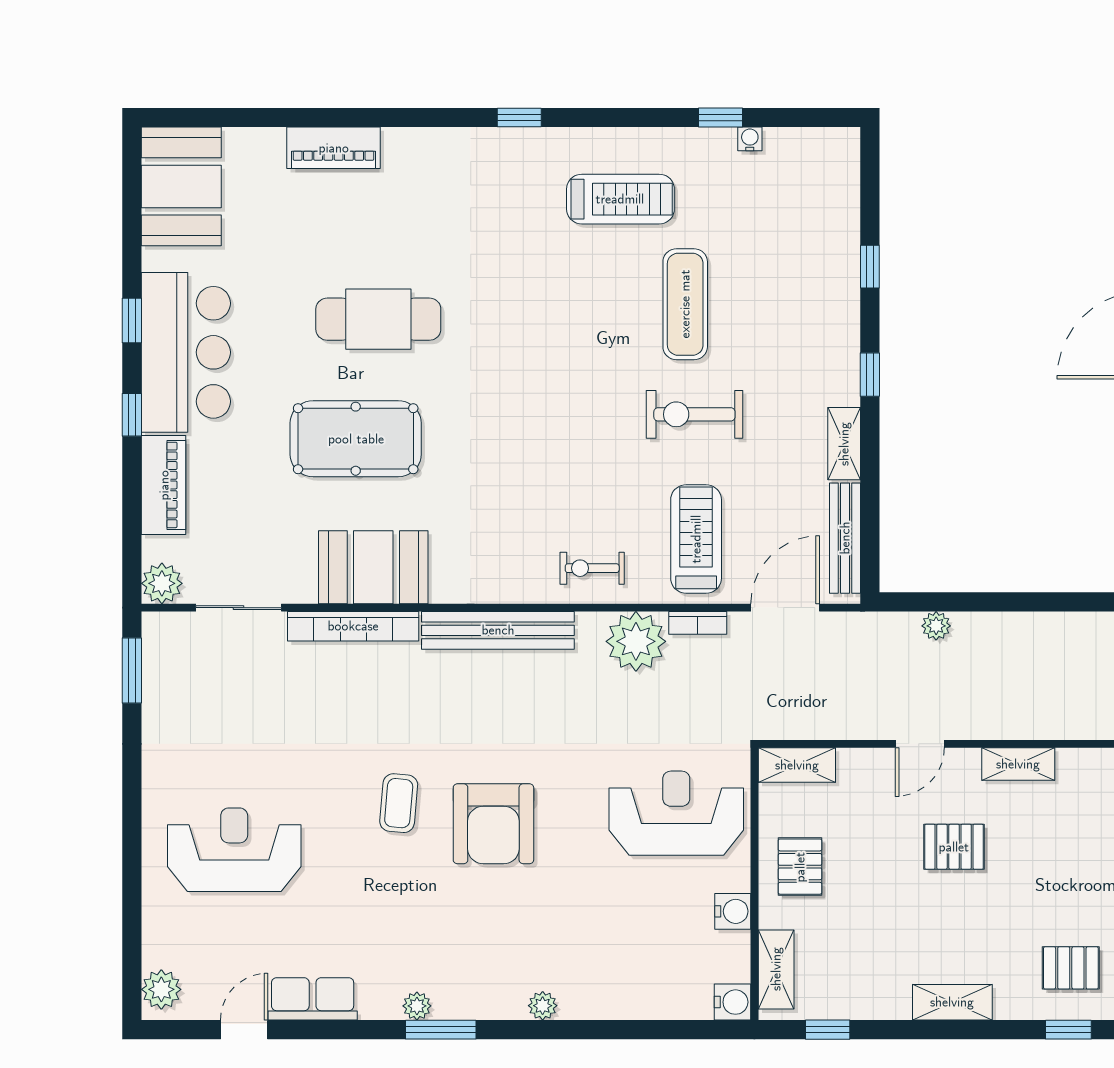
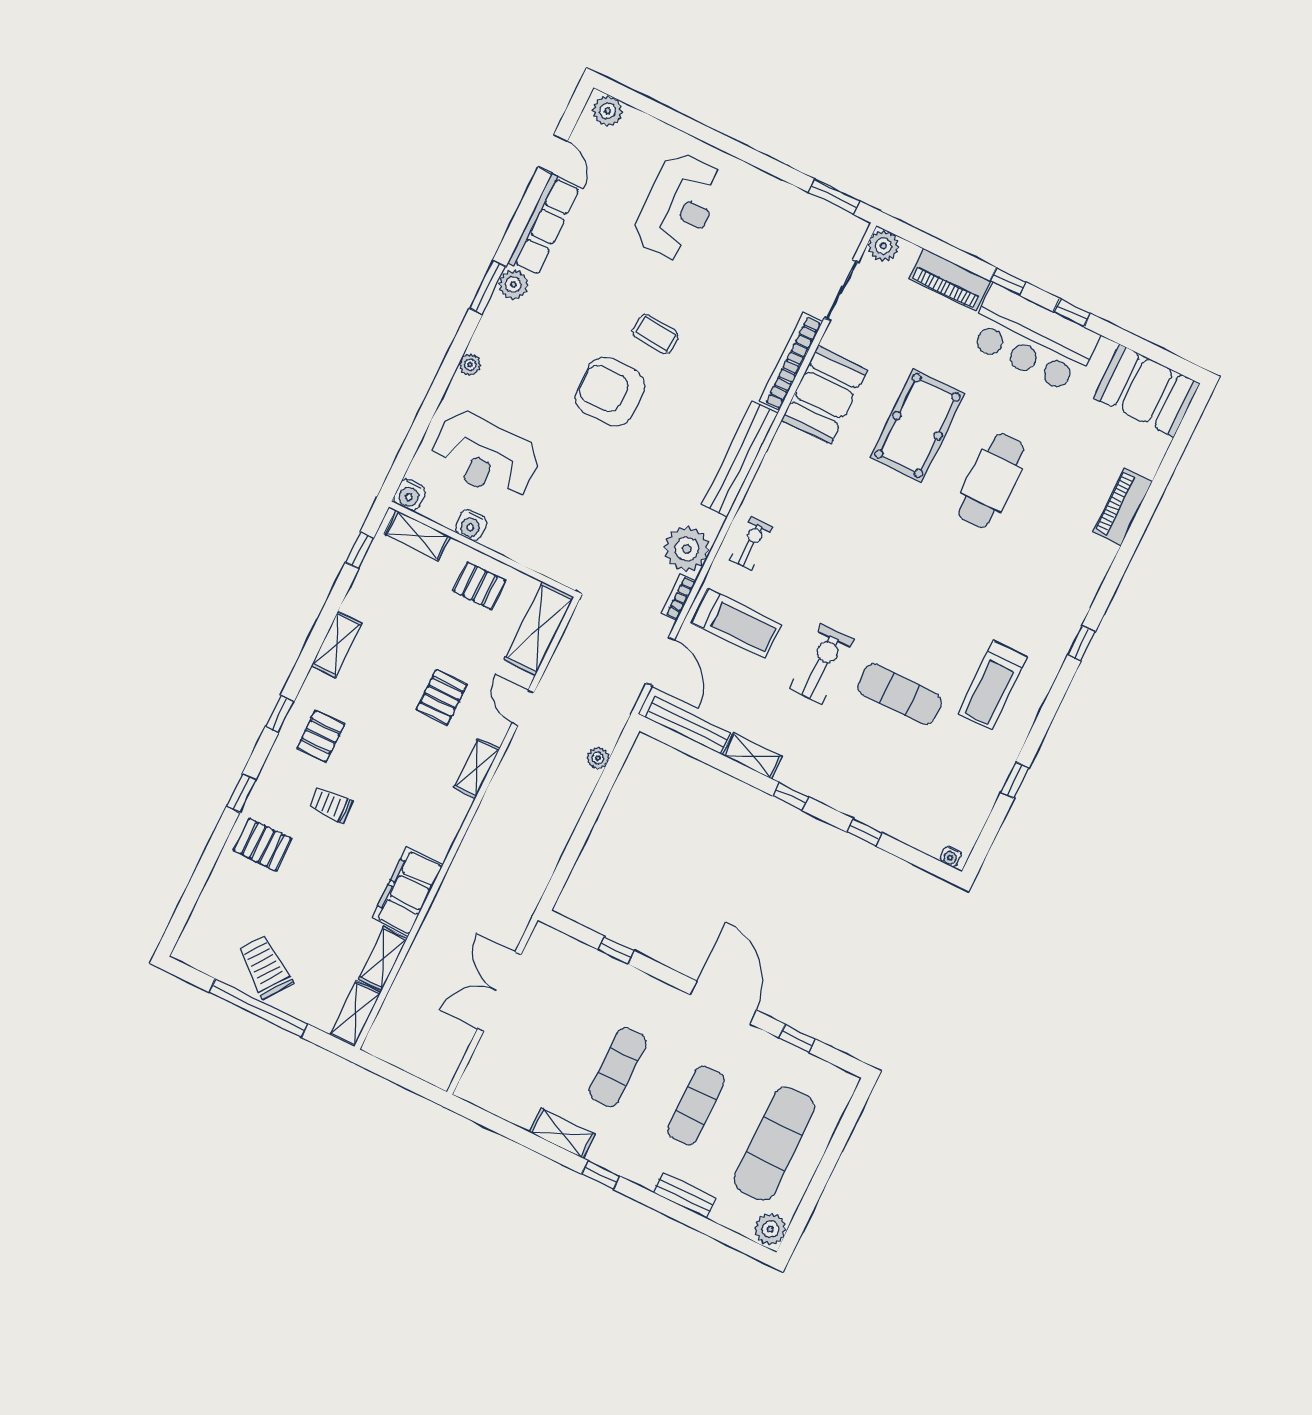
water cooler: (750, 139) -> (951, 856), moved, turned 90
shelving: (797, 765) -> (539, 628), width x1.50, depth x1.33
reception desk: (676, 813) -> (485, 456), moved, turned 90
row of seats: (313, 999) -> (544, 225), width x1.48
plant: (417, 1006) -> (513, 285), width x1.38, depth x1.38

